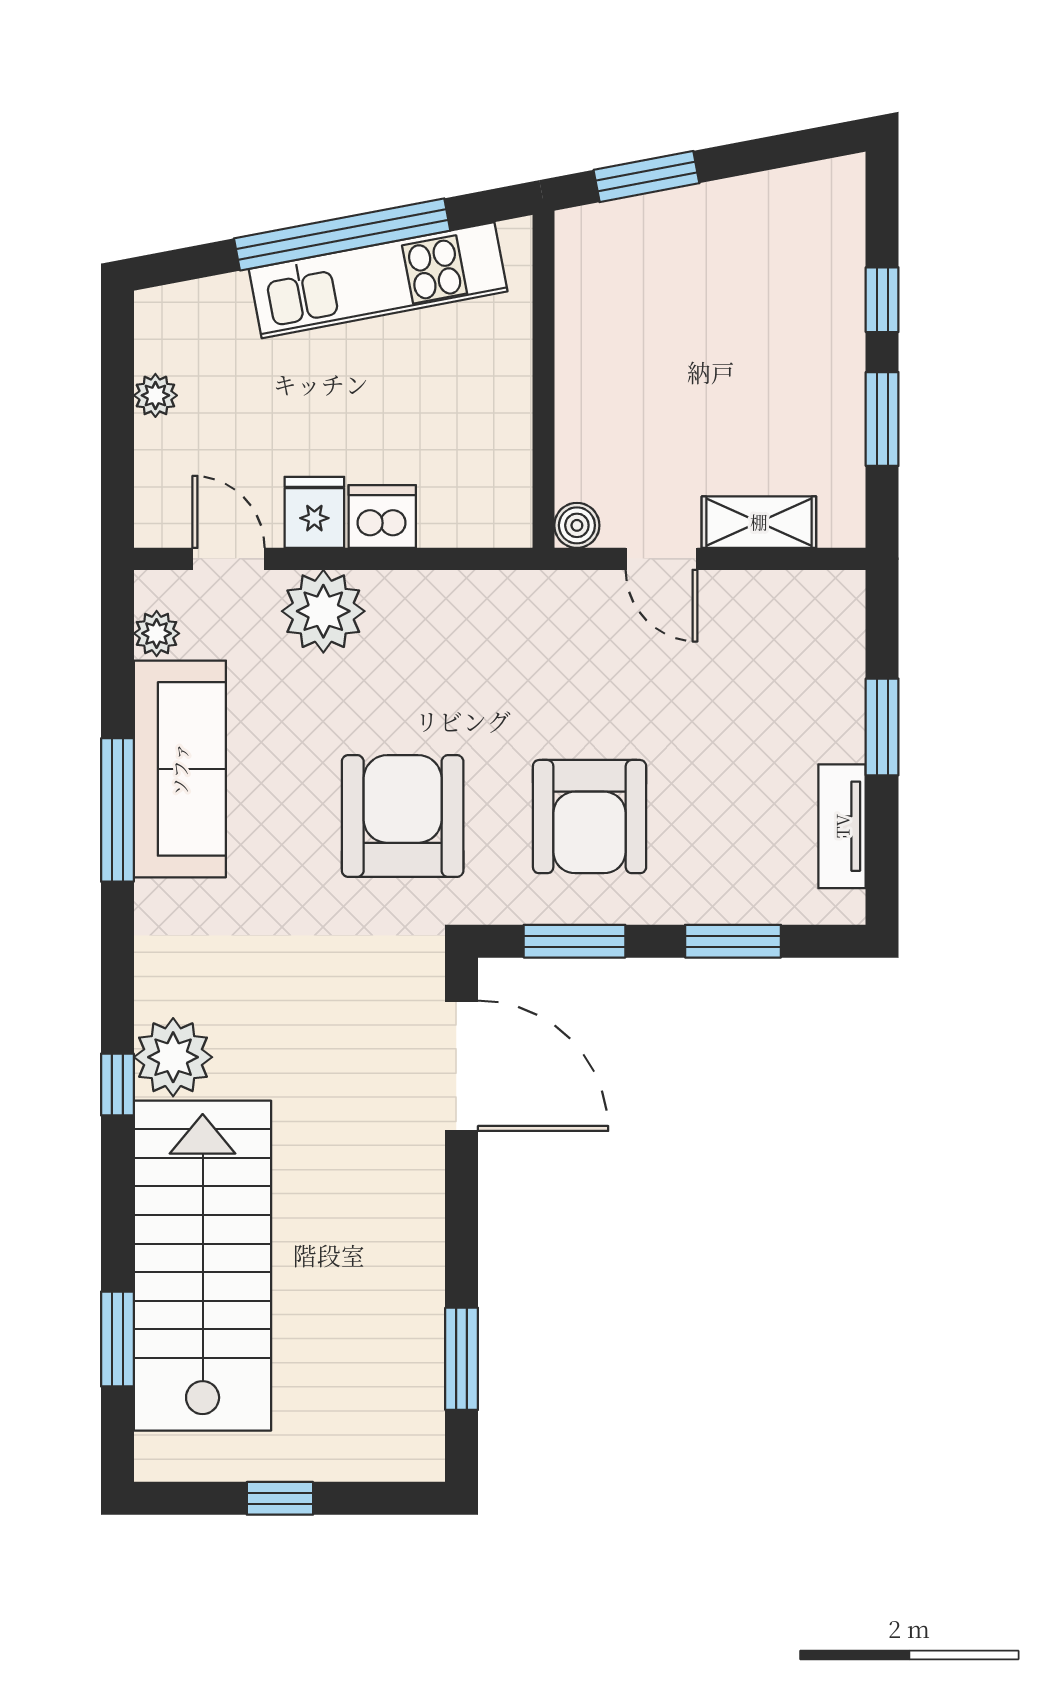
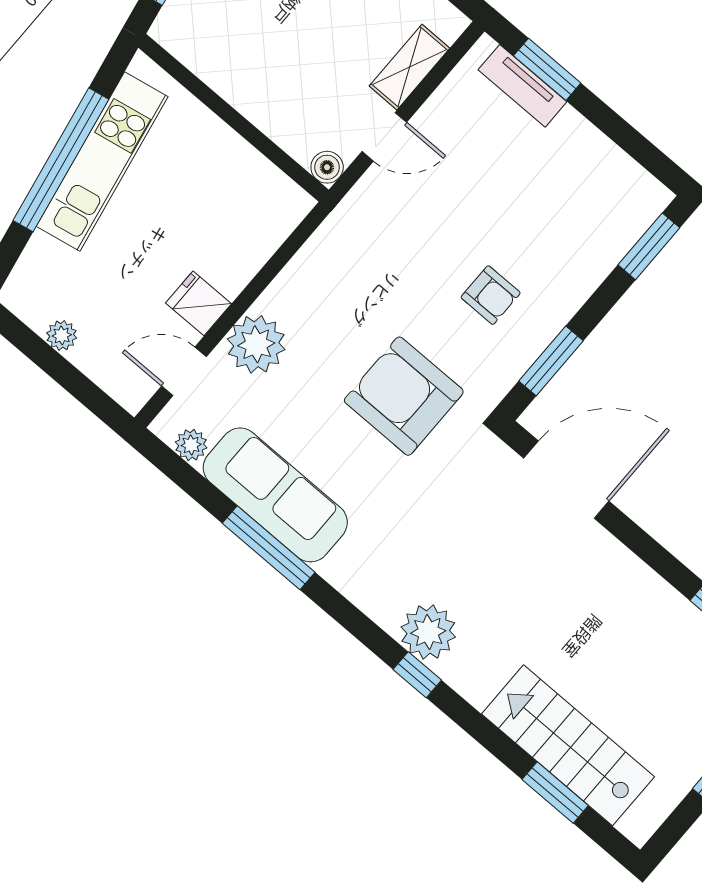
dishwasher: (382, 516) -> (232, 269), removed
window: (882, 727) -> (547, 69), moved
armchair: (590, 817) -> (491, 295), width x0.53, depth x0.53
tv unit: (842, 826) -> (522, 86), moved
window: (733, 941) -> (649, 246), moved
stairs: (203, 1266) -> (568, 745), width x0.73, depth x0.66

